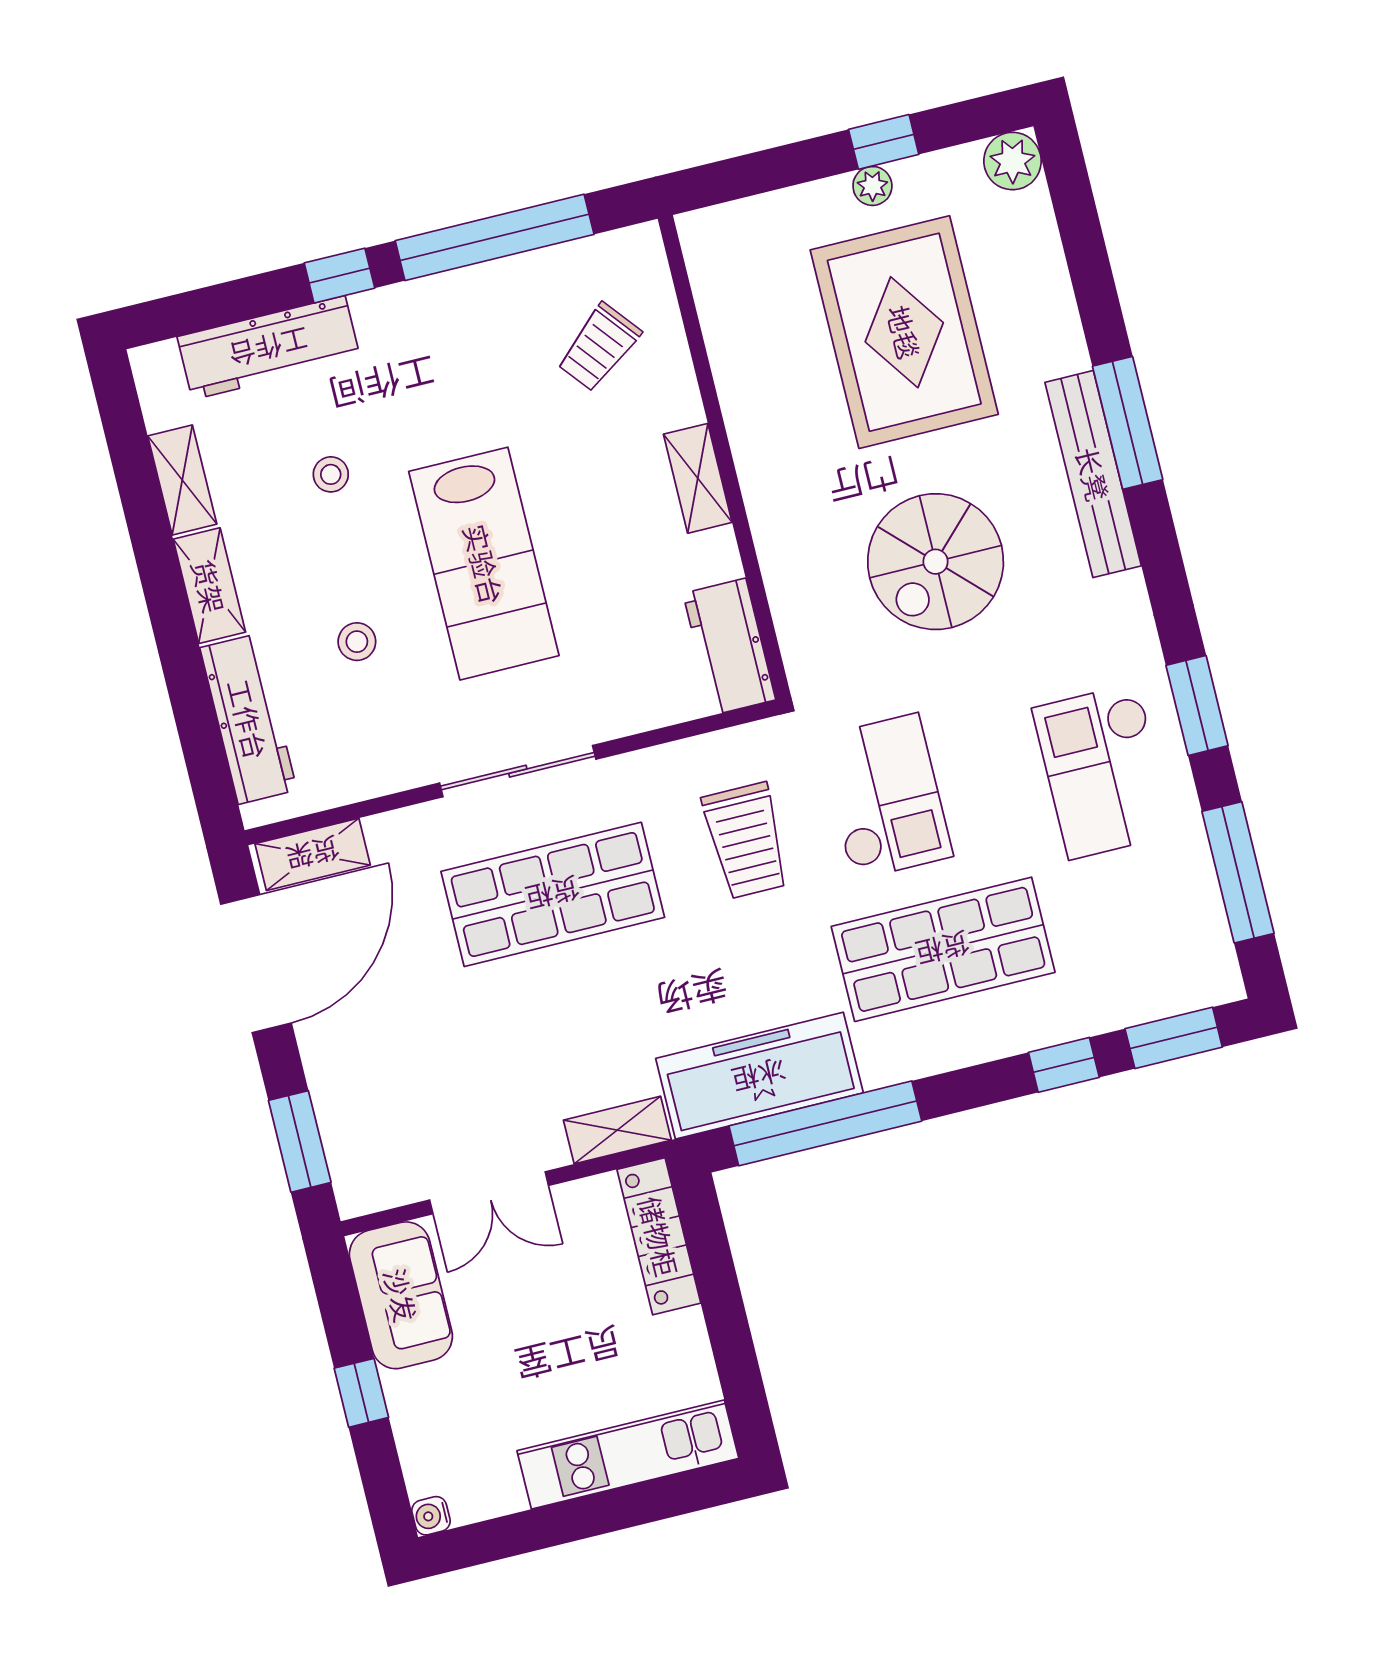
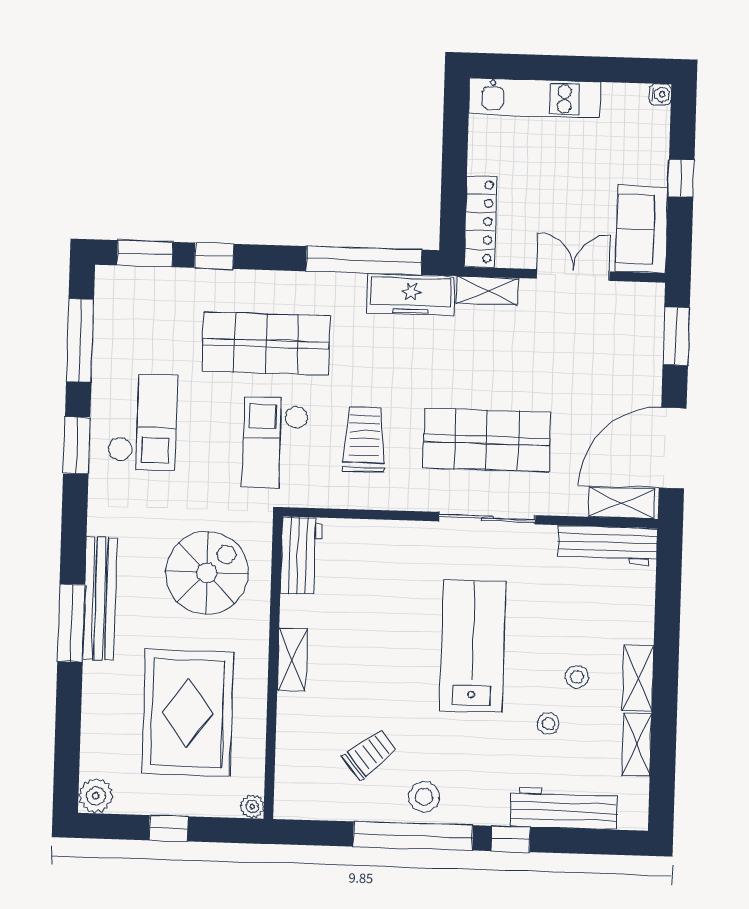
plant: (872, 186) -> (252, 806), moved
stool: (494, 304) -> (424, 797), added
wall: (724, 457) -> (273, 668), moved
shelving: (698, 478) -> (292, 660), moved
stool: (357, 642) -> (577, 677), moved
workbench: (729, 647) -> (301, 555), moved
workbench: (248, 719) -> (608, 545), moved, turned -90
freezer: (759, 1076) -> (411, 295), width x0.73, depth x0.79

